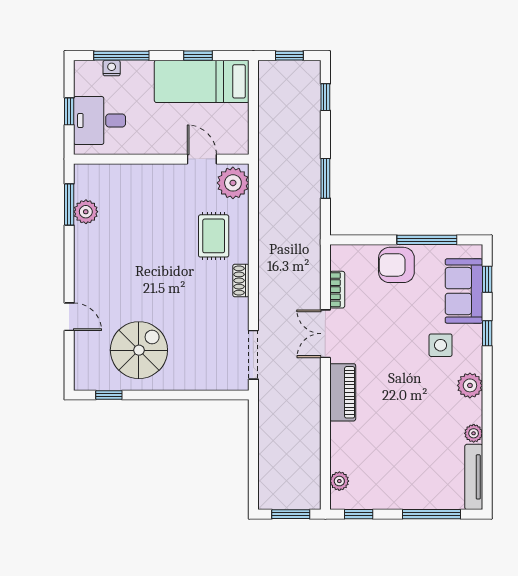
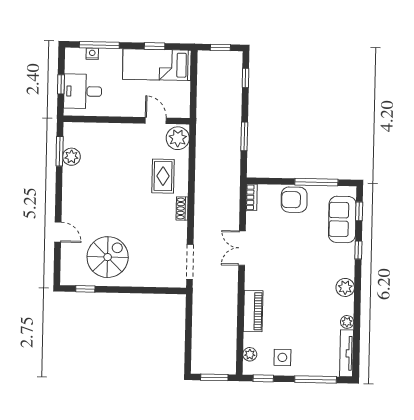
bookcase: (337, 290) -> (252, 197), moved
side table: (441, 345) -> (282, 357), moved
piano: (343, 392) -> (253, 311), moved

